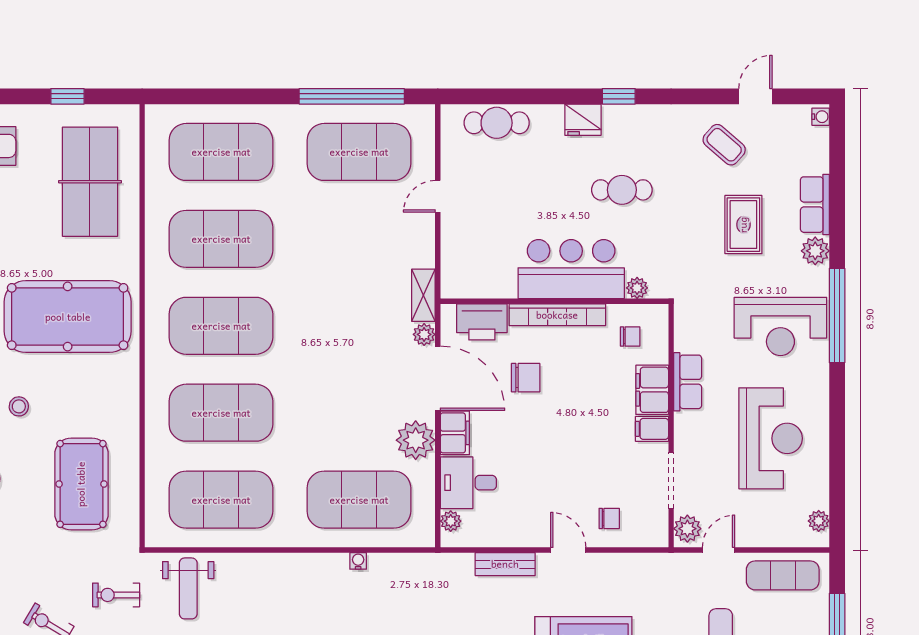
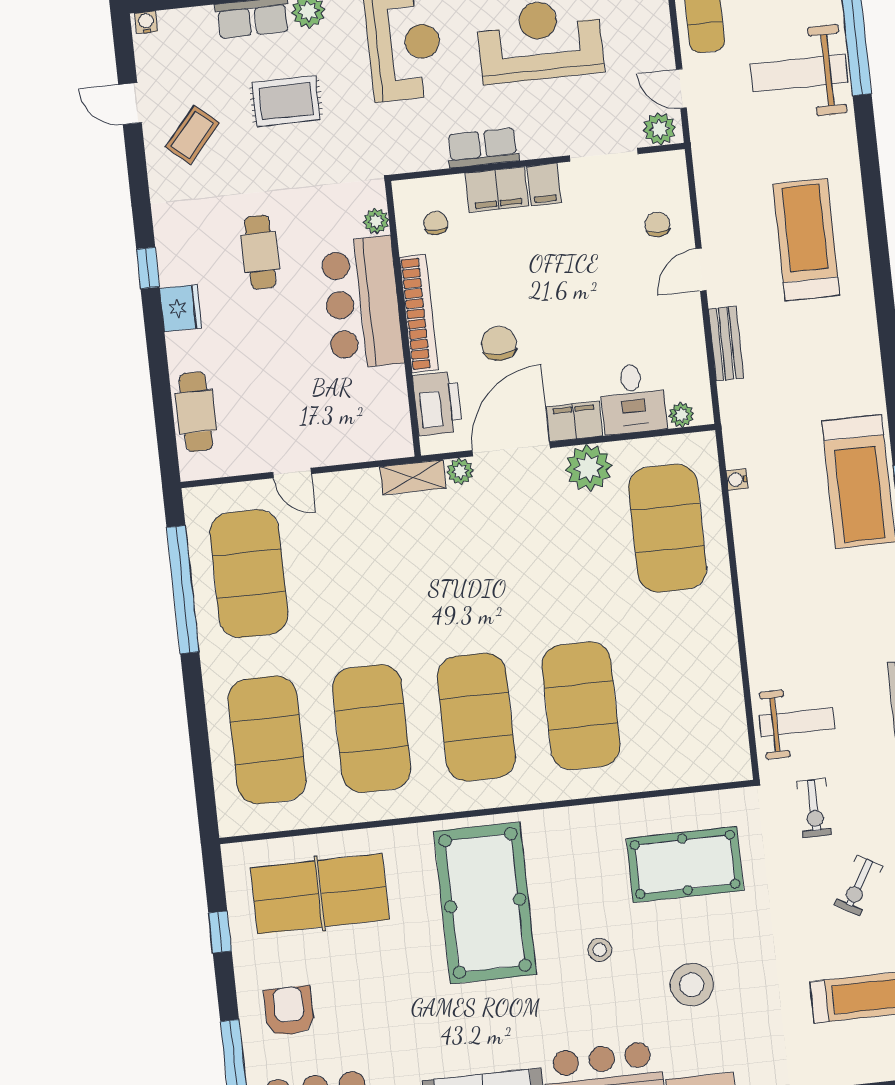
exercise mat: (221, 500) -> (686, 694), removed
water cooler: (358, 561) -> (737, 479), moved

